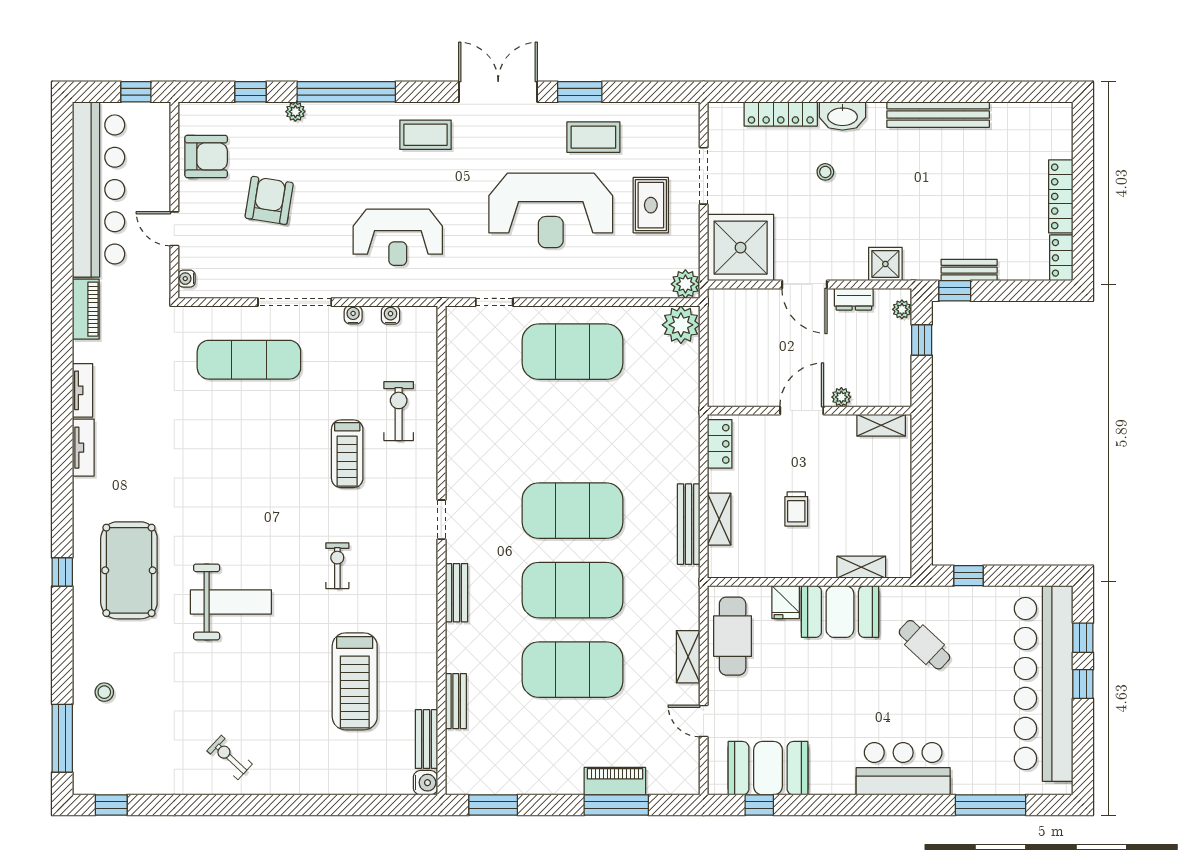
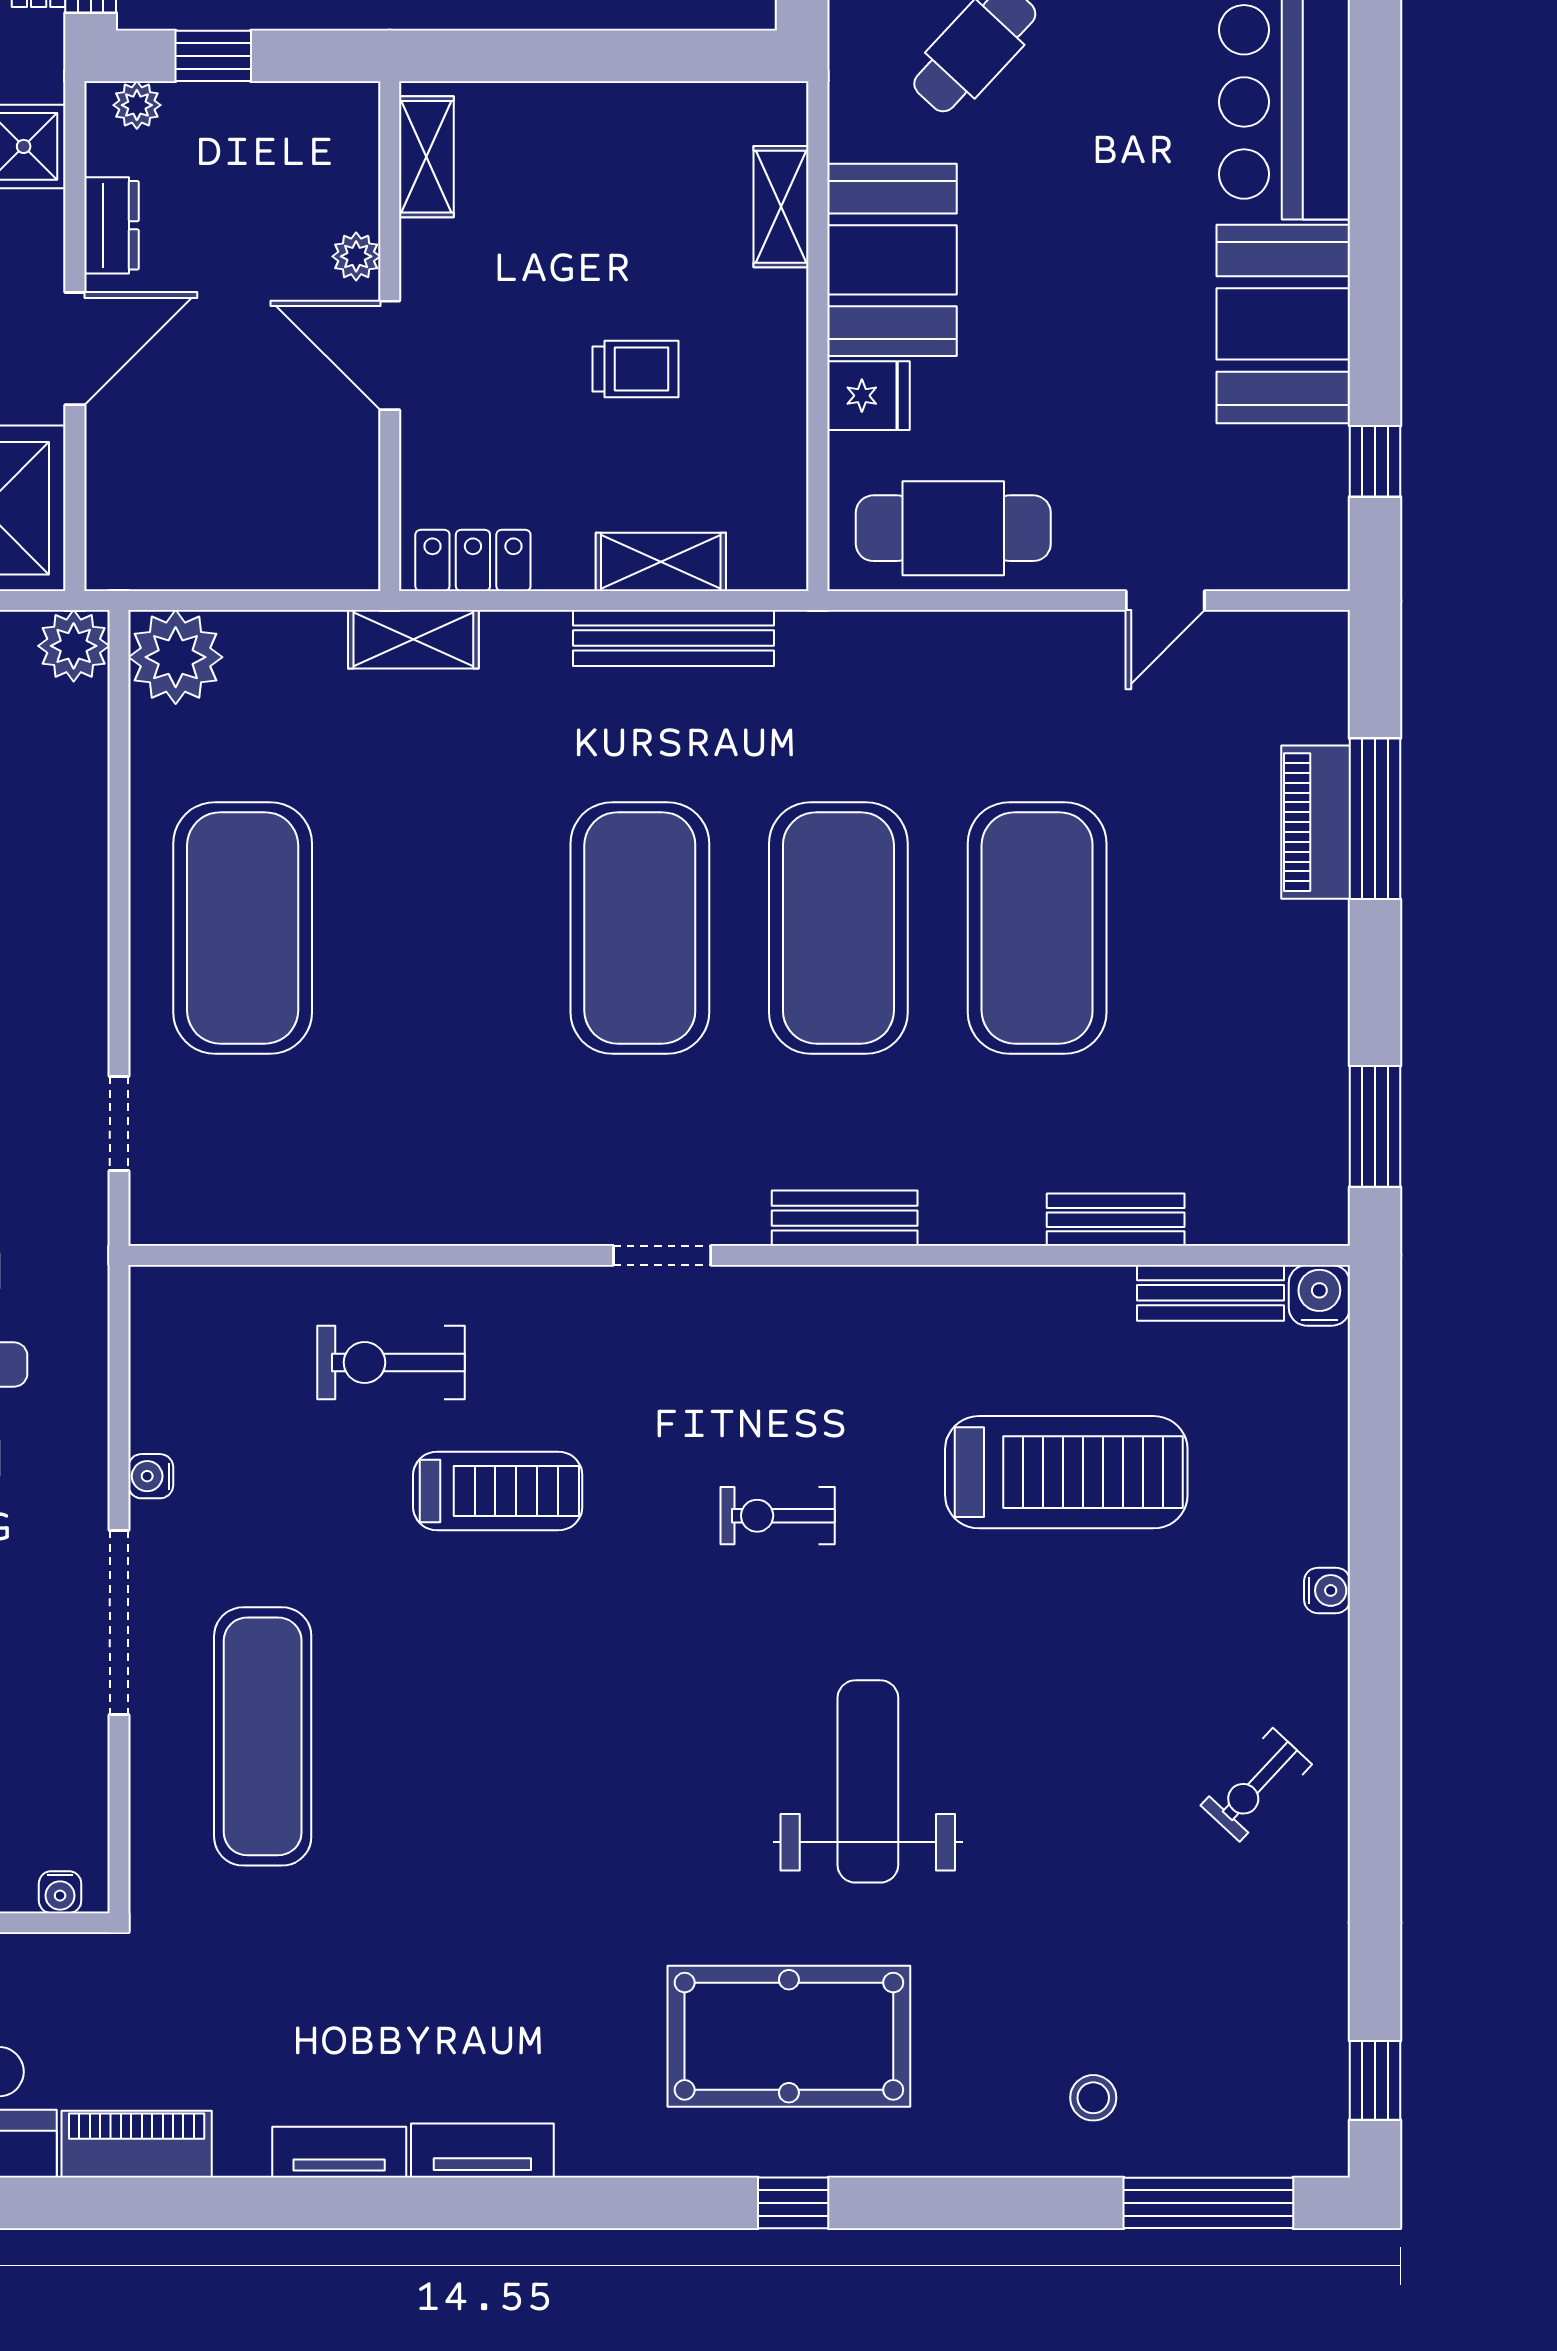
water cooler: (391, 315) -> (1327, 1590), moved, turned 180
shelving: (688, 657) -> (413, 639), moved
booth: (768, 768) -> (1283, 324), moved

